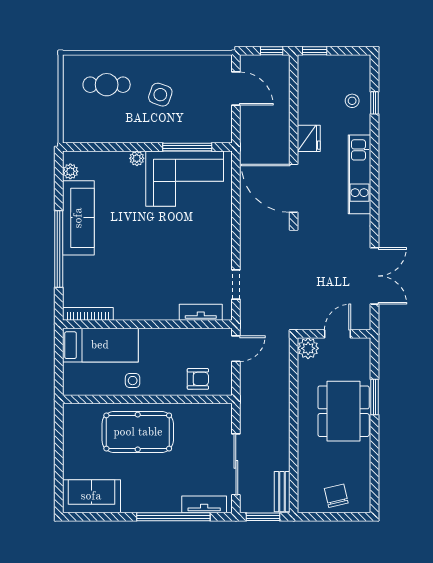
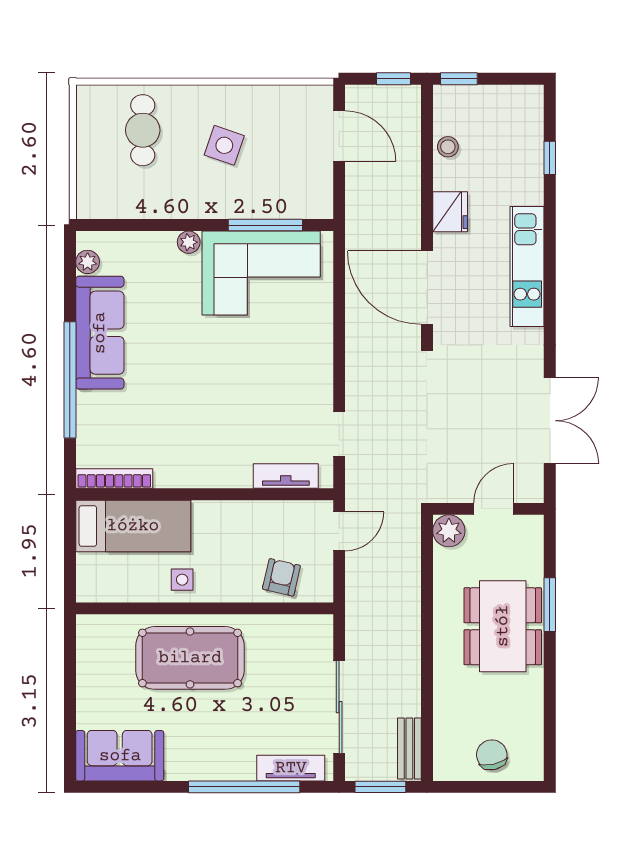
cafe table: (107, 85) -> (143, 130), turned 90
stool: (352, 101) -> (448, 147), moved
armchair: (198, 379) -> (281, 577), turned -77

